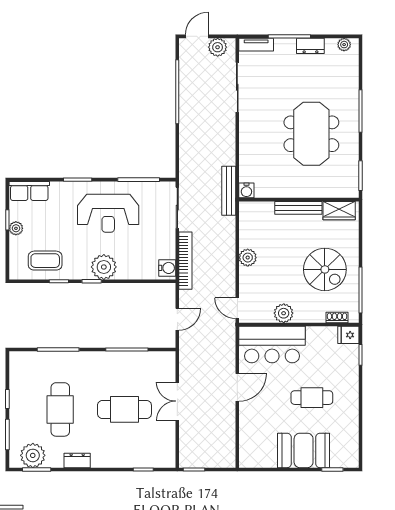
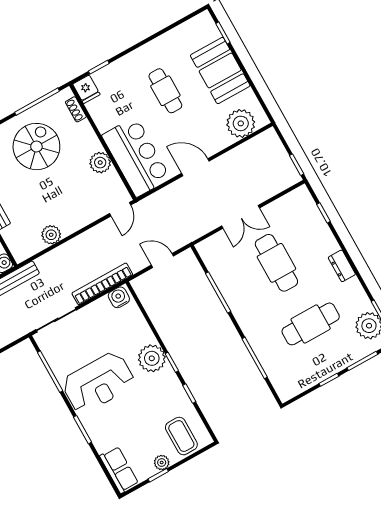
reception desk: (108, 213) -> (98, 383), turned 90
plant: (248, 258) -> (51, 235), moved
coffee table: (45, 261) -> (181, 436), moved
plant: (252, 443) -> (241, 123), added
dresser: (77, 460) -> (342, 266), moved

